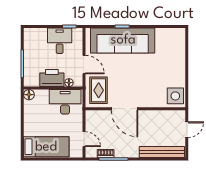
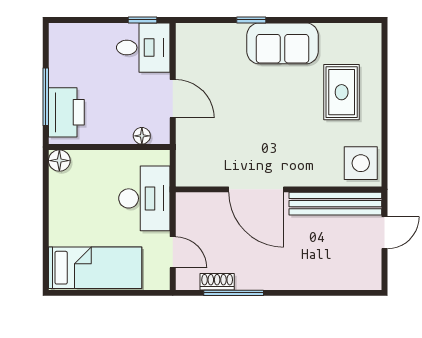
sofa: (123, 40) -> (283, 43), width x0.54, depth x0.79
desk: (60, 41) -> (143, 48), moved, turned 90
printer: (52, 78) -> (66, 112), moved, turned 90
rug: (99, 90) -> (342, 92), moved
desk: (65, 102) -> (144, 198), moved, turned 90
bench: (162, 152) -> (335, 204), moved

